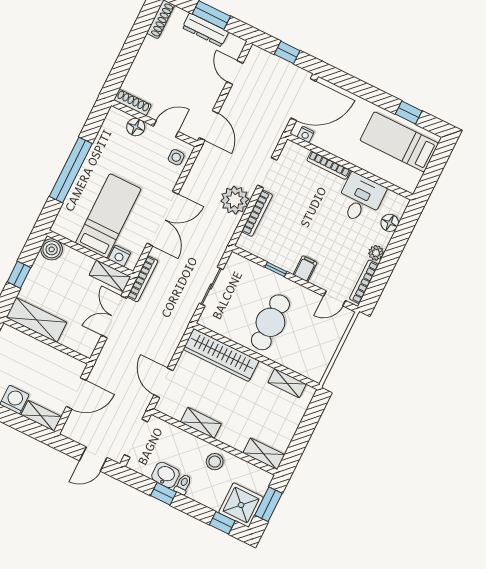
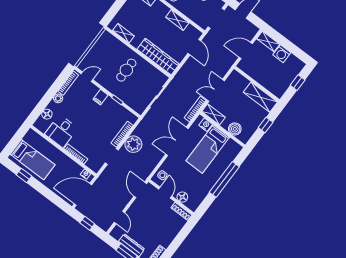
door: (166, 129) -> (165, 193), swing flipped
boiler: (52, 249) -> (235, 129), moved
double door: (114, 317) -> (216, 90), swing flipped
cafe table: (270, 322) -> (126, 70), width x0.73, depth x0.74

